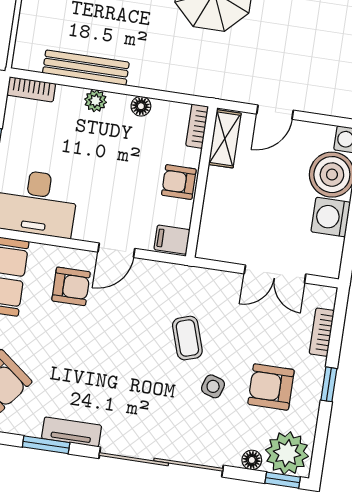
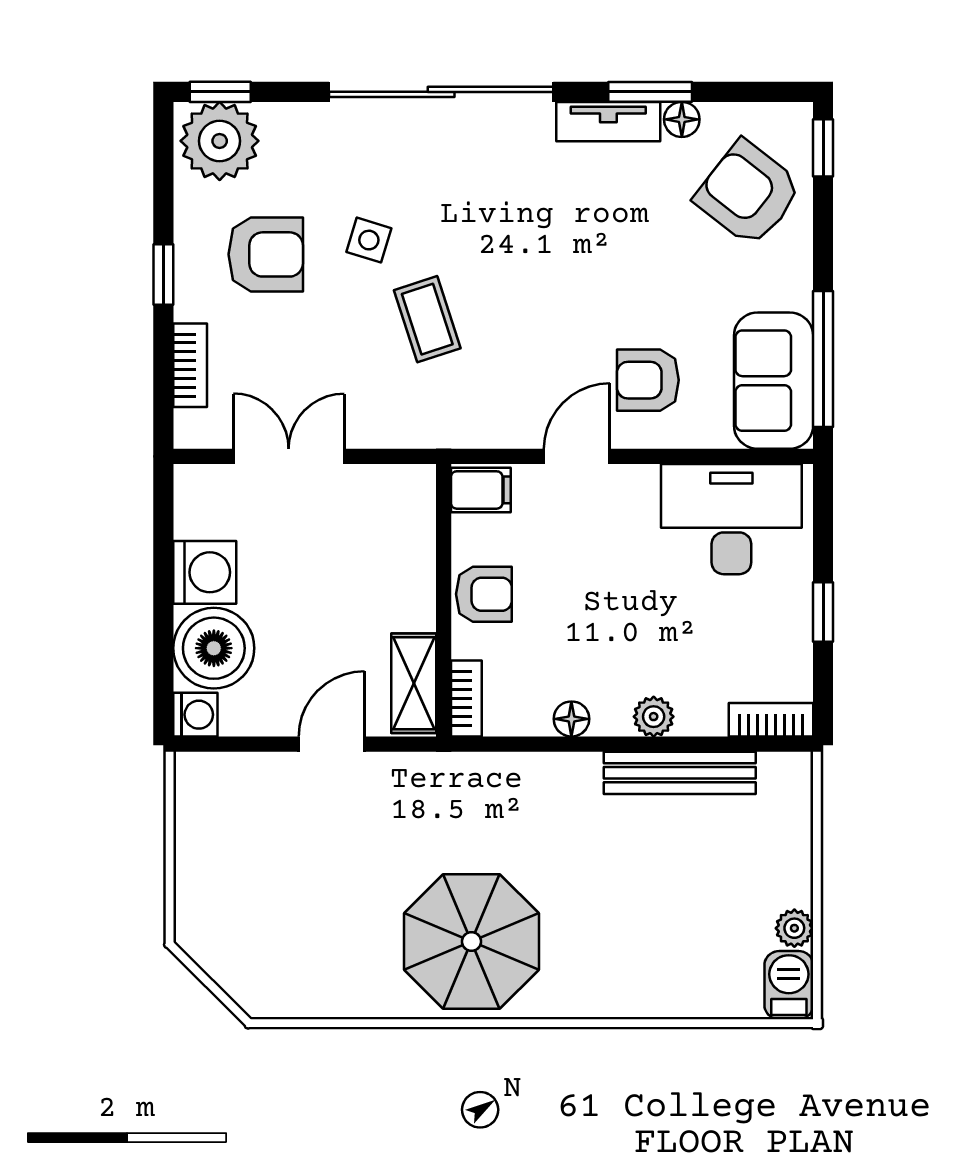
floor lamp: (252, 460) -> (682, 119), moved

